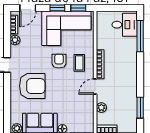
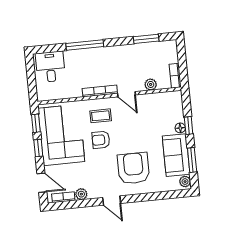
window: (140, 36) -> (85, 45), moved

